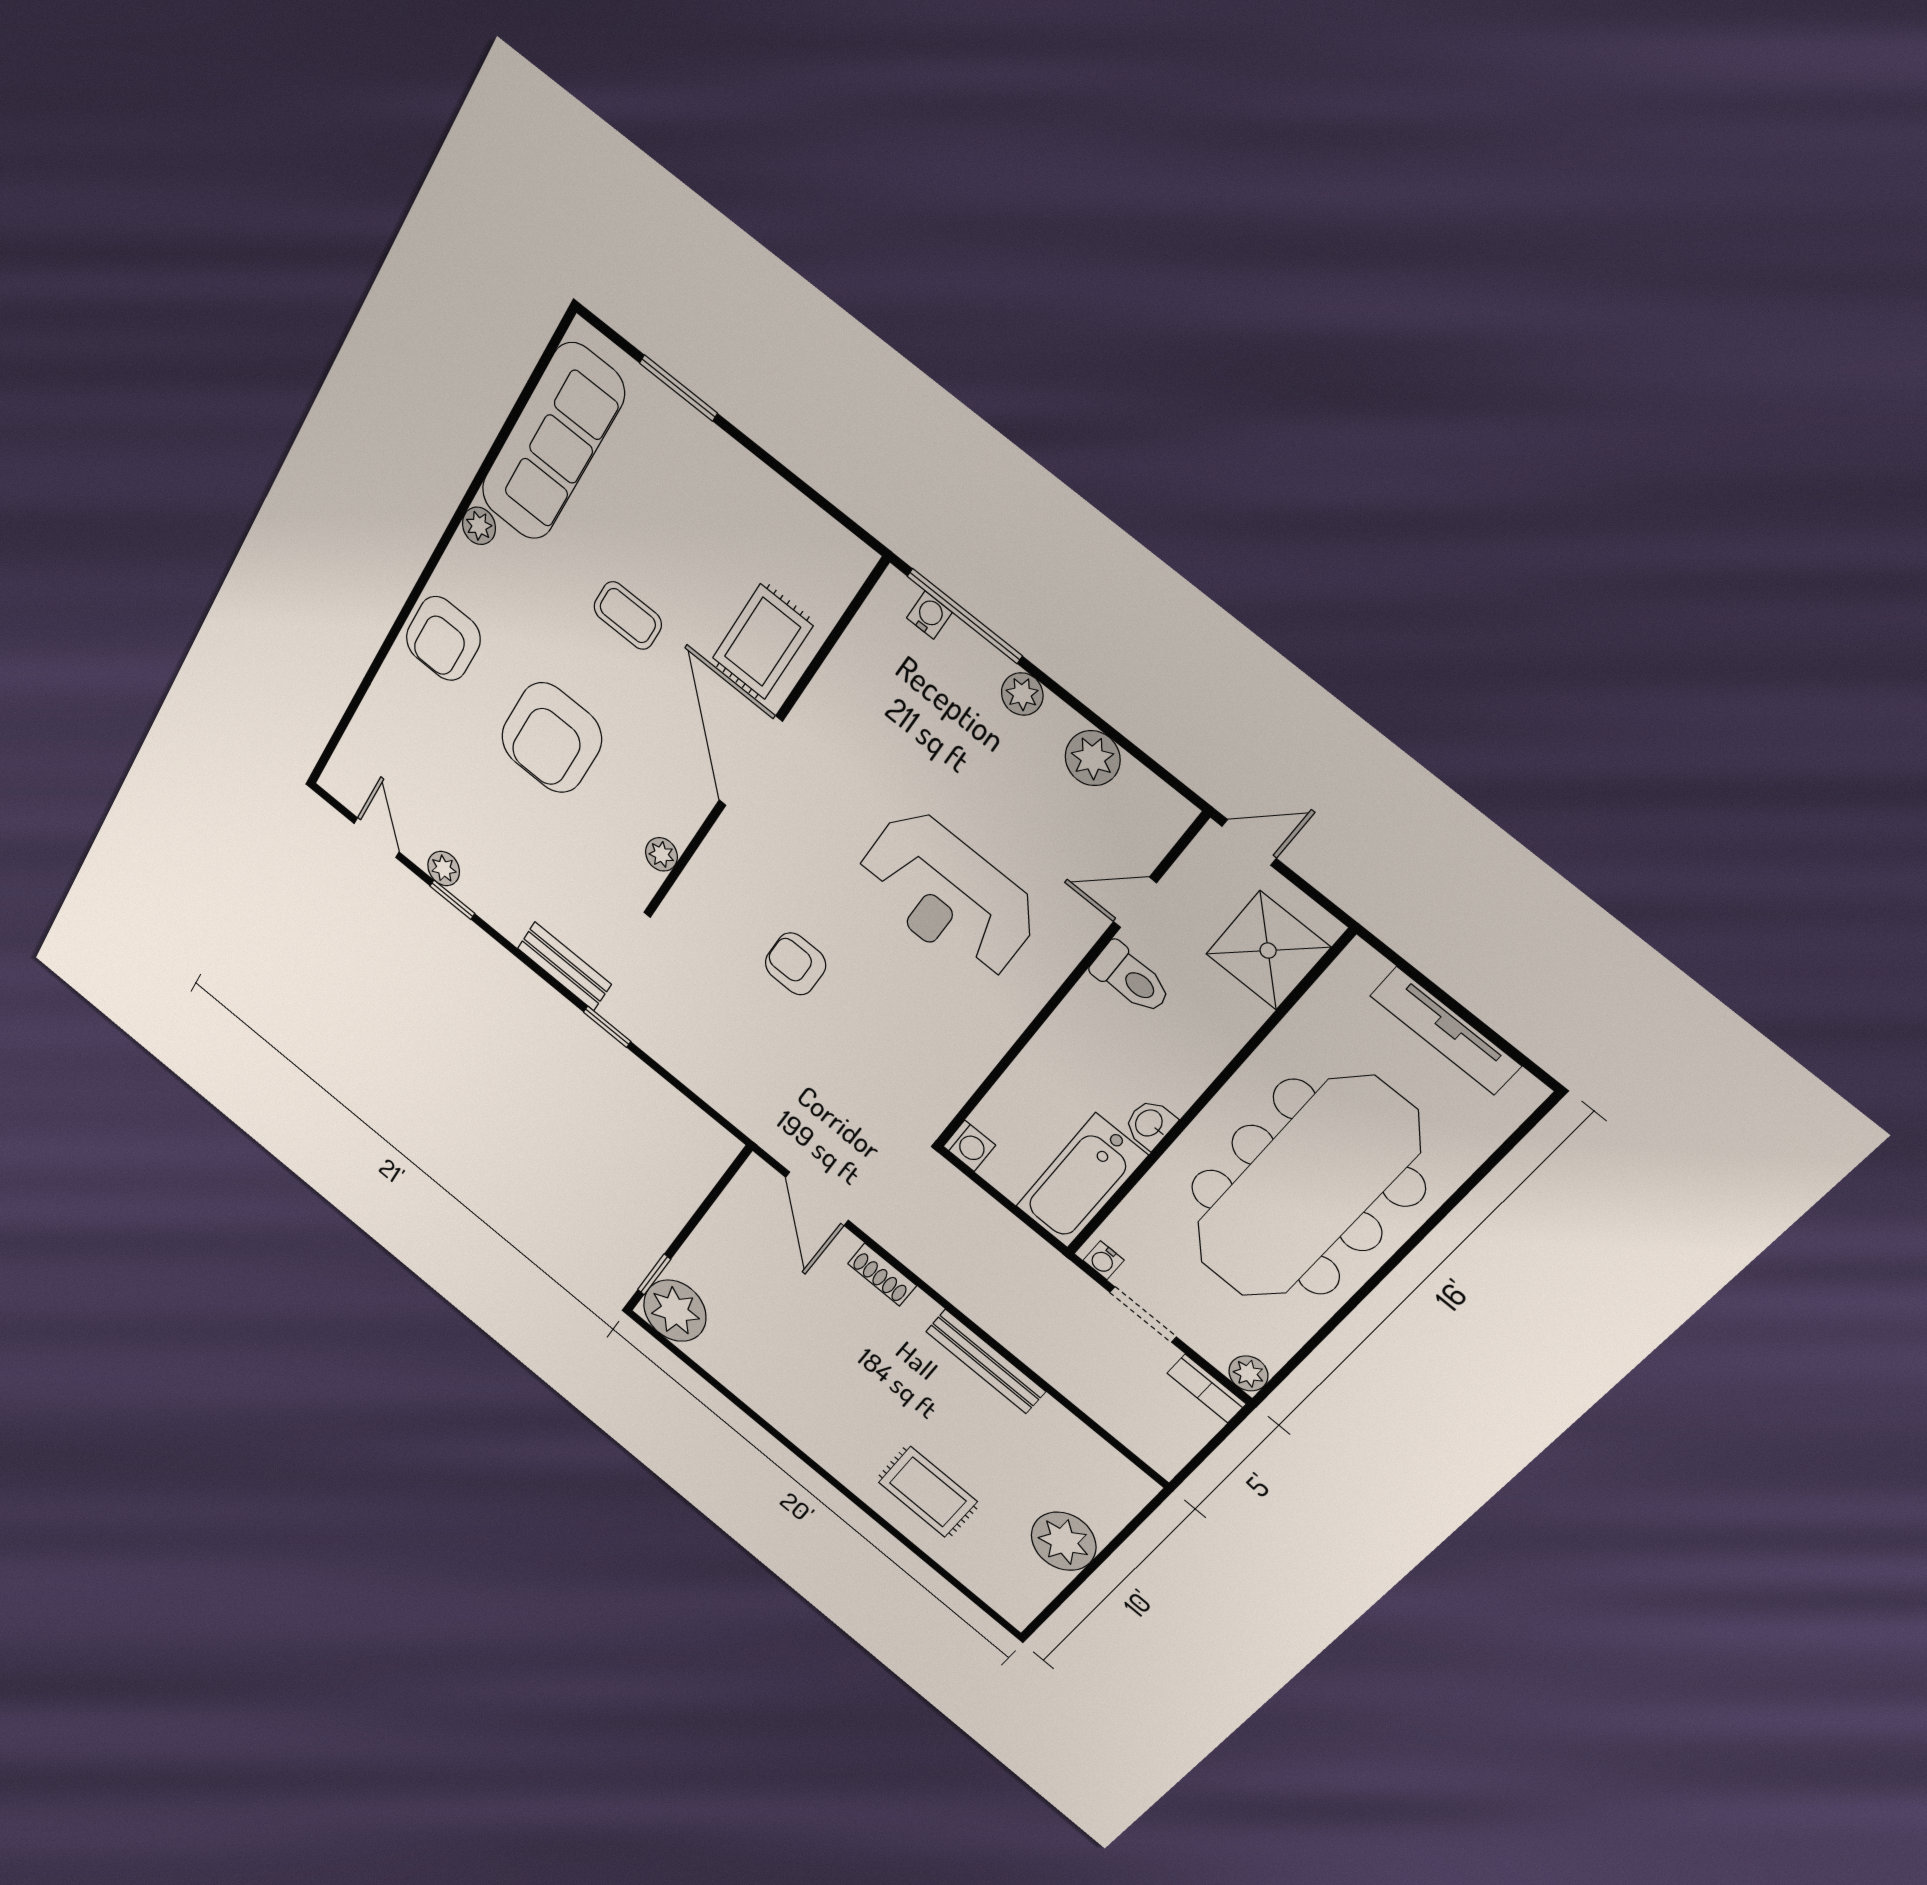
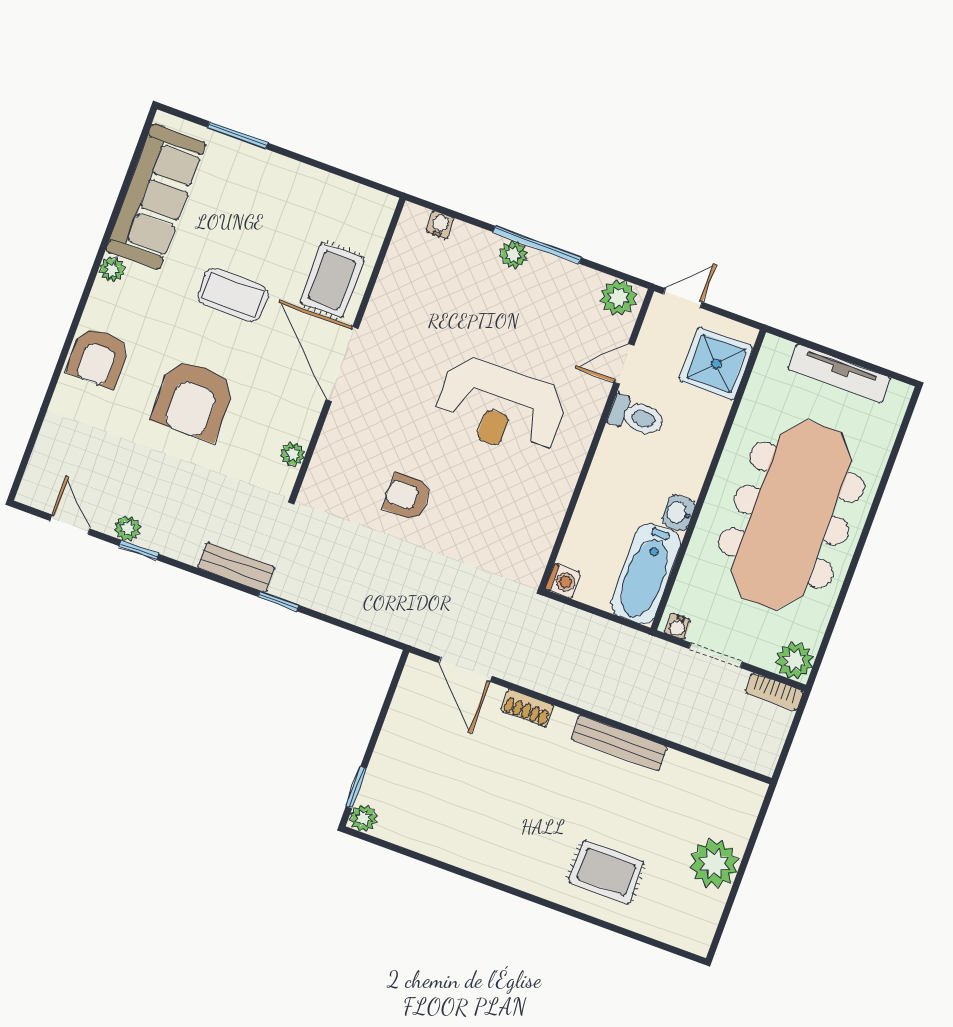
coffee table: (628, 616) -> (233, 295), width x1.36, depth x1.30
window: (965, 616) -> (537, 245), moved
plant: (1093, 758) -> (618, 298), moved
plant: (675, 1311) -> (363, 818), width x0.53, depth x0.53
plant: (1248, 1373) -> (795, 661), width x1.38, depth x1.38

